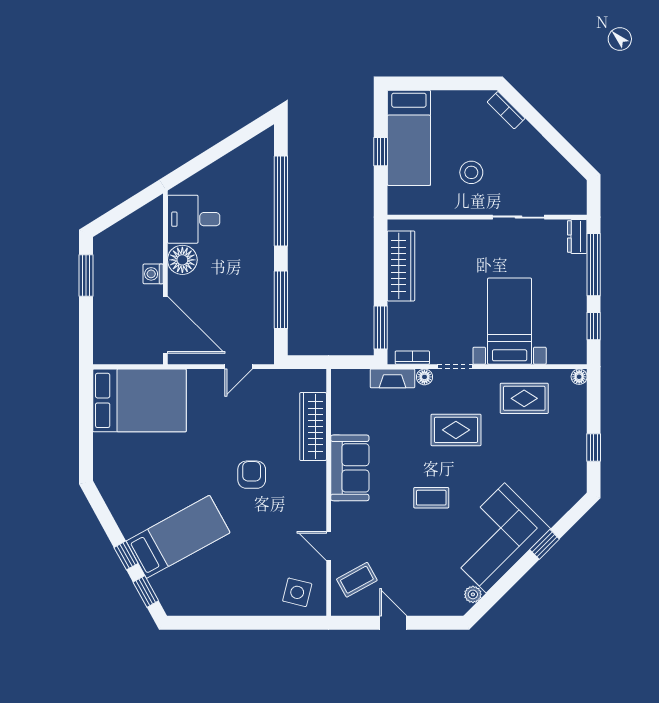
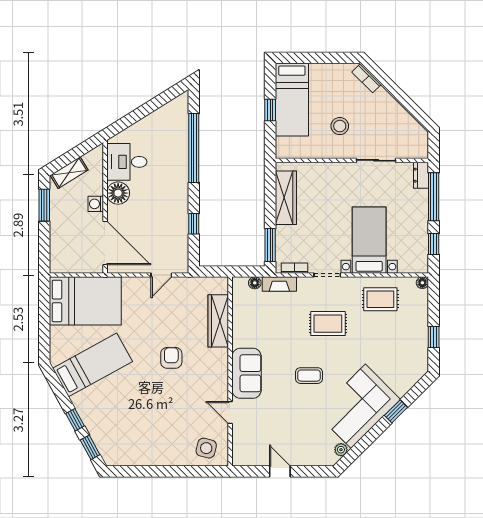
shelving: (119, 233) -> (69, 173), added
window: (281, 300) -> (194, 224), width x0.46
floor lamp: (424, 377) -> (255, 283), moved
sofa: (350, 468) -> (247, 373), moved
bed: (178, 537) -> (93, 365), moved
coffee table: (357, 580) -> (252, 438), removed

